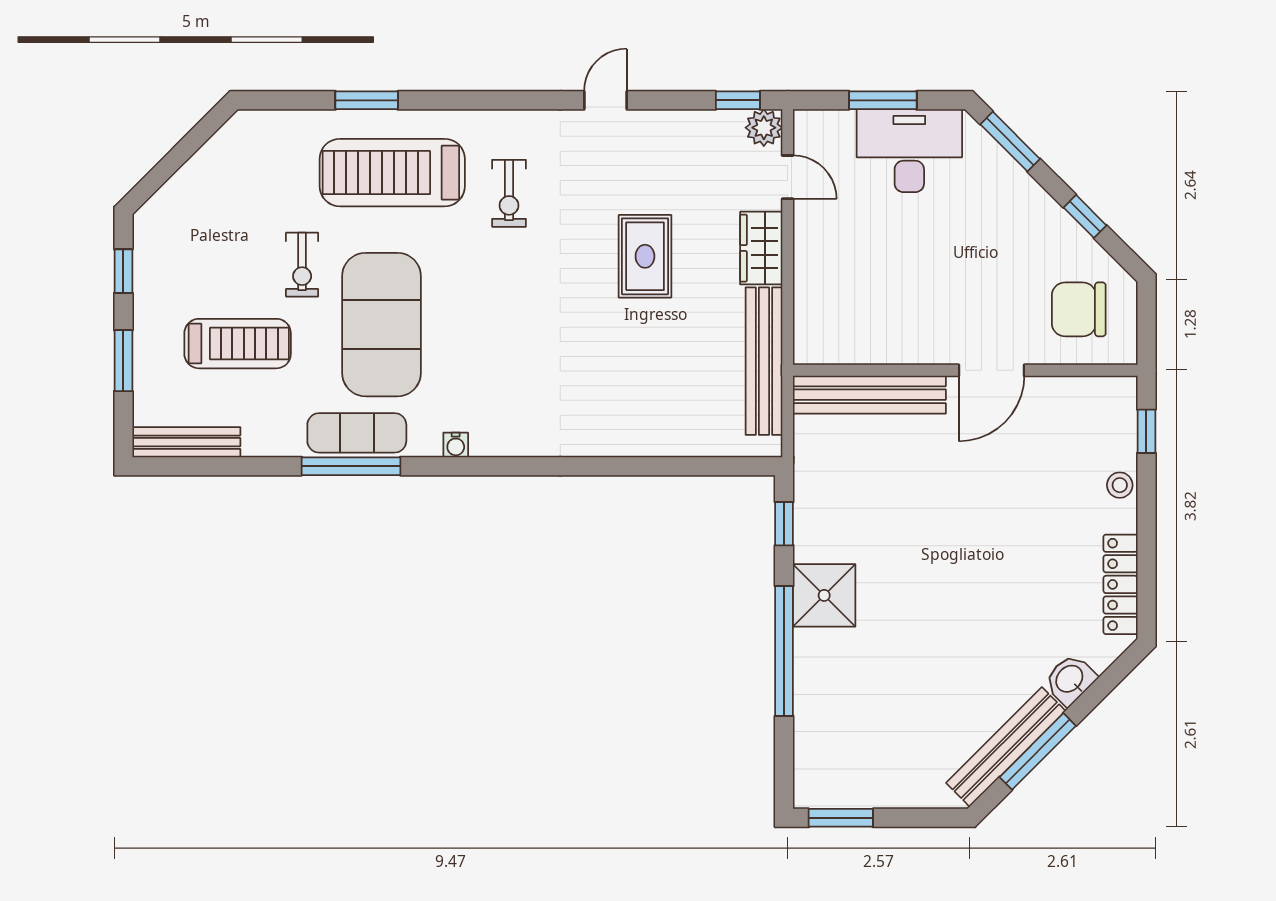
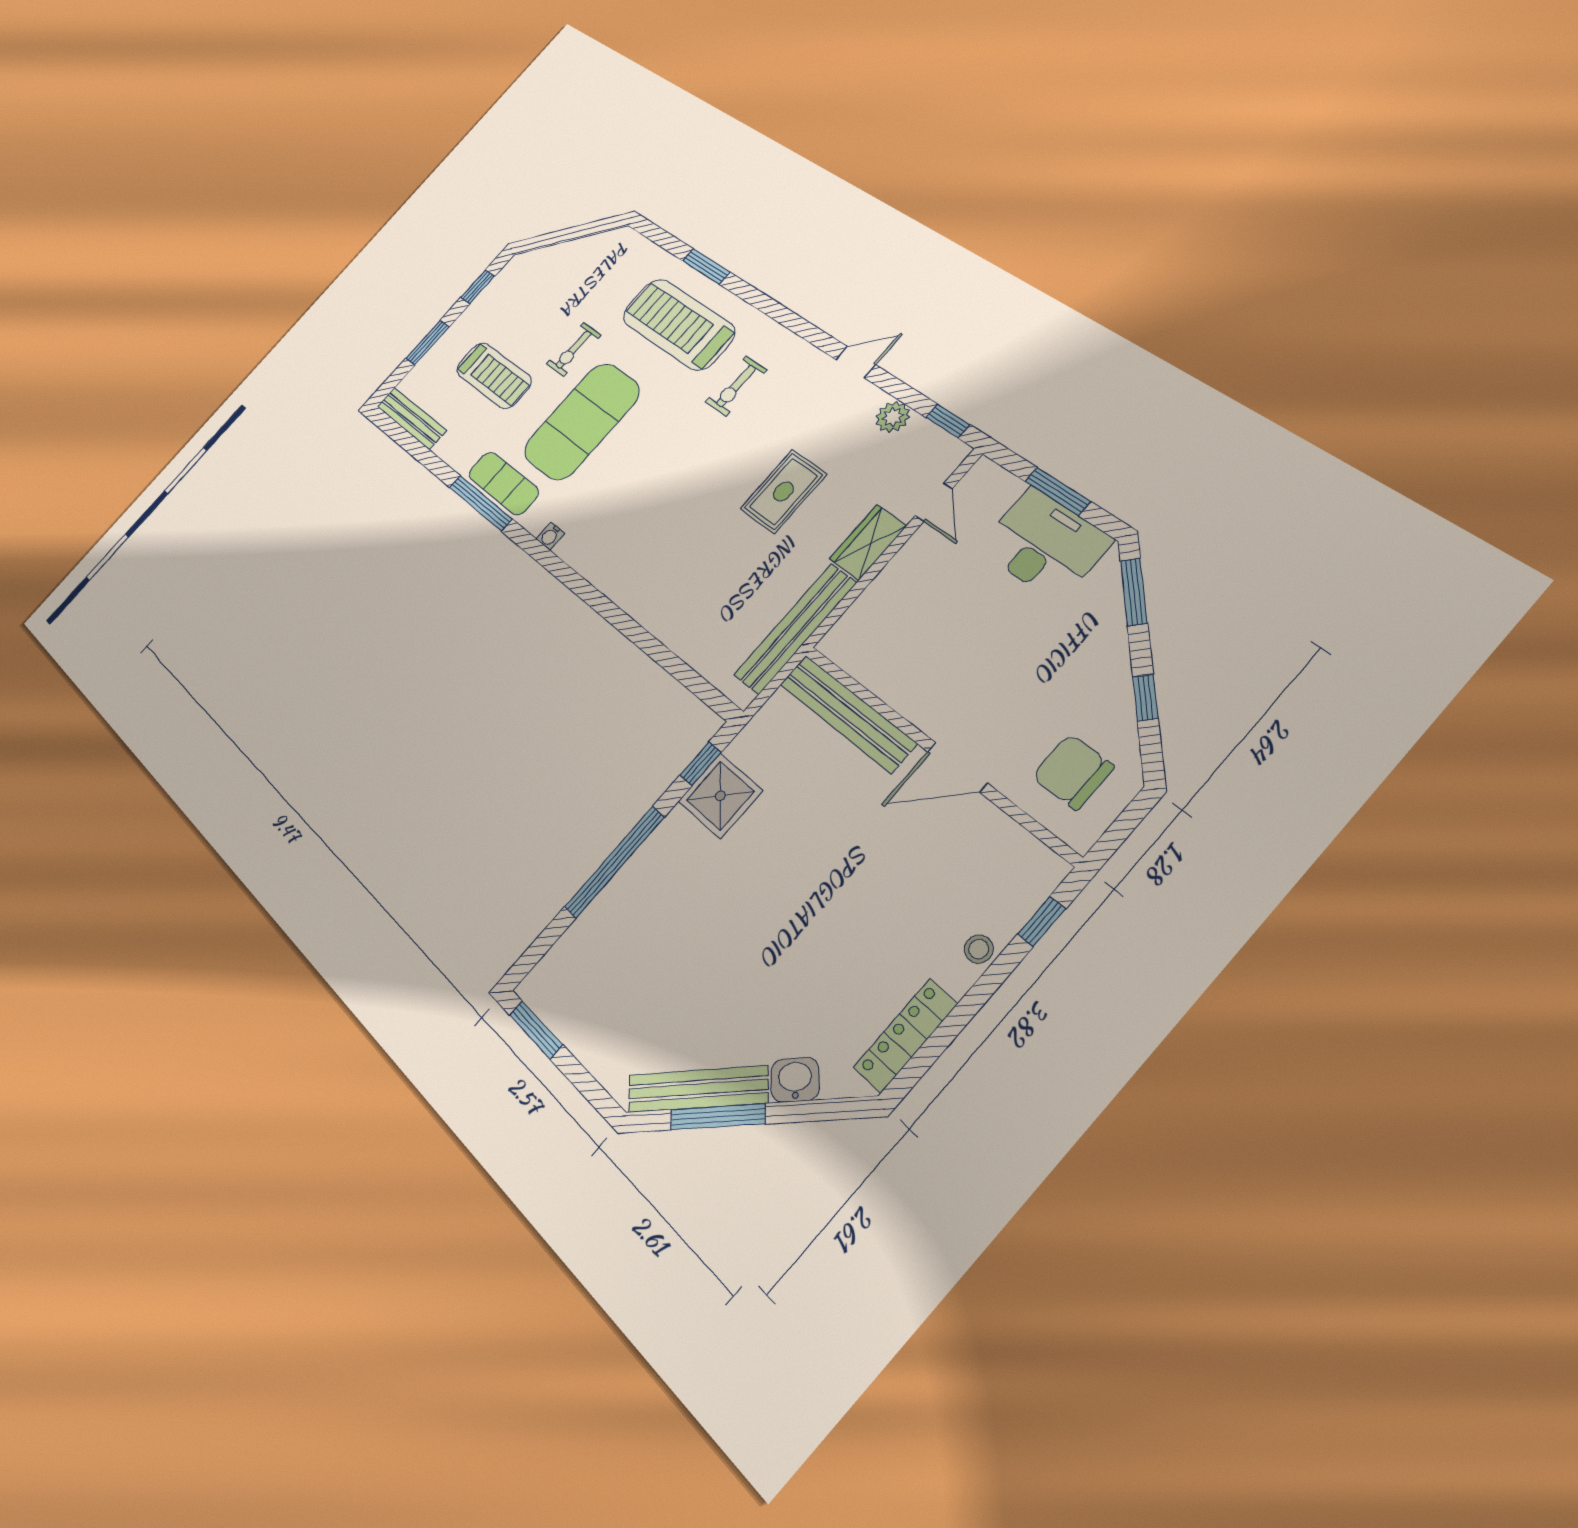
plant: (764, 128) -> (893, 417), moved
shower: (824, 595) -> (720, 796), moved

